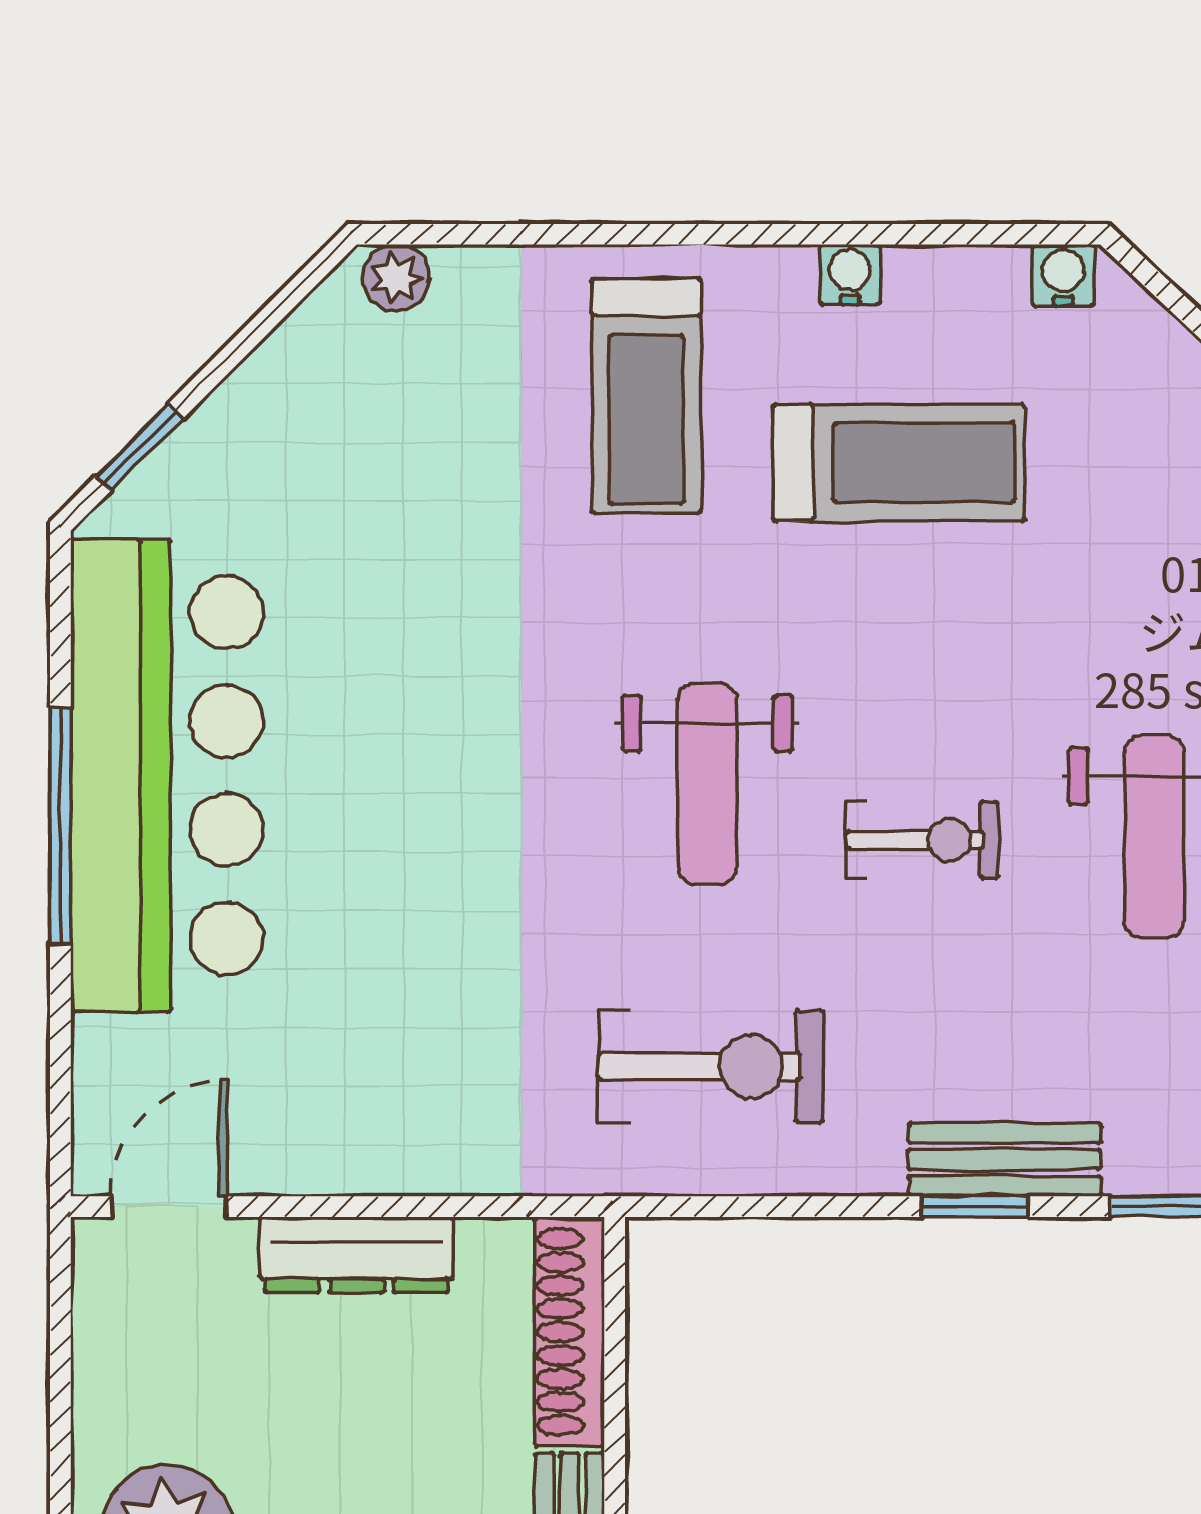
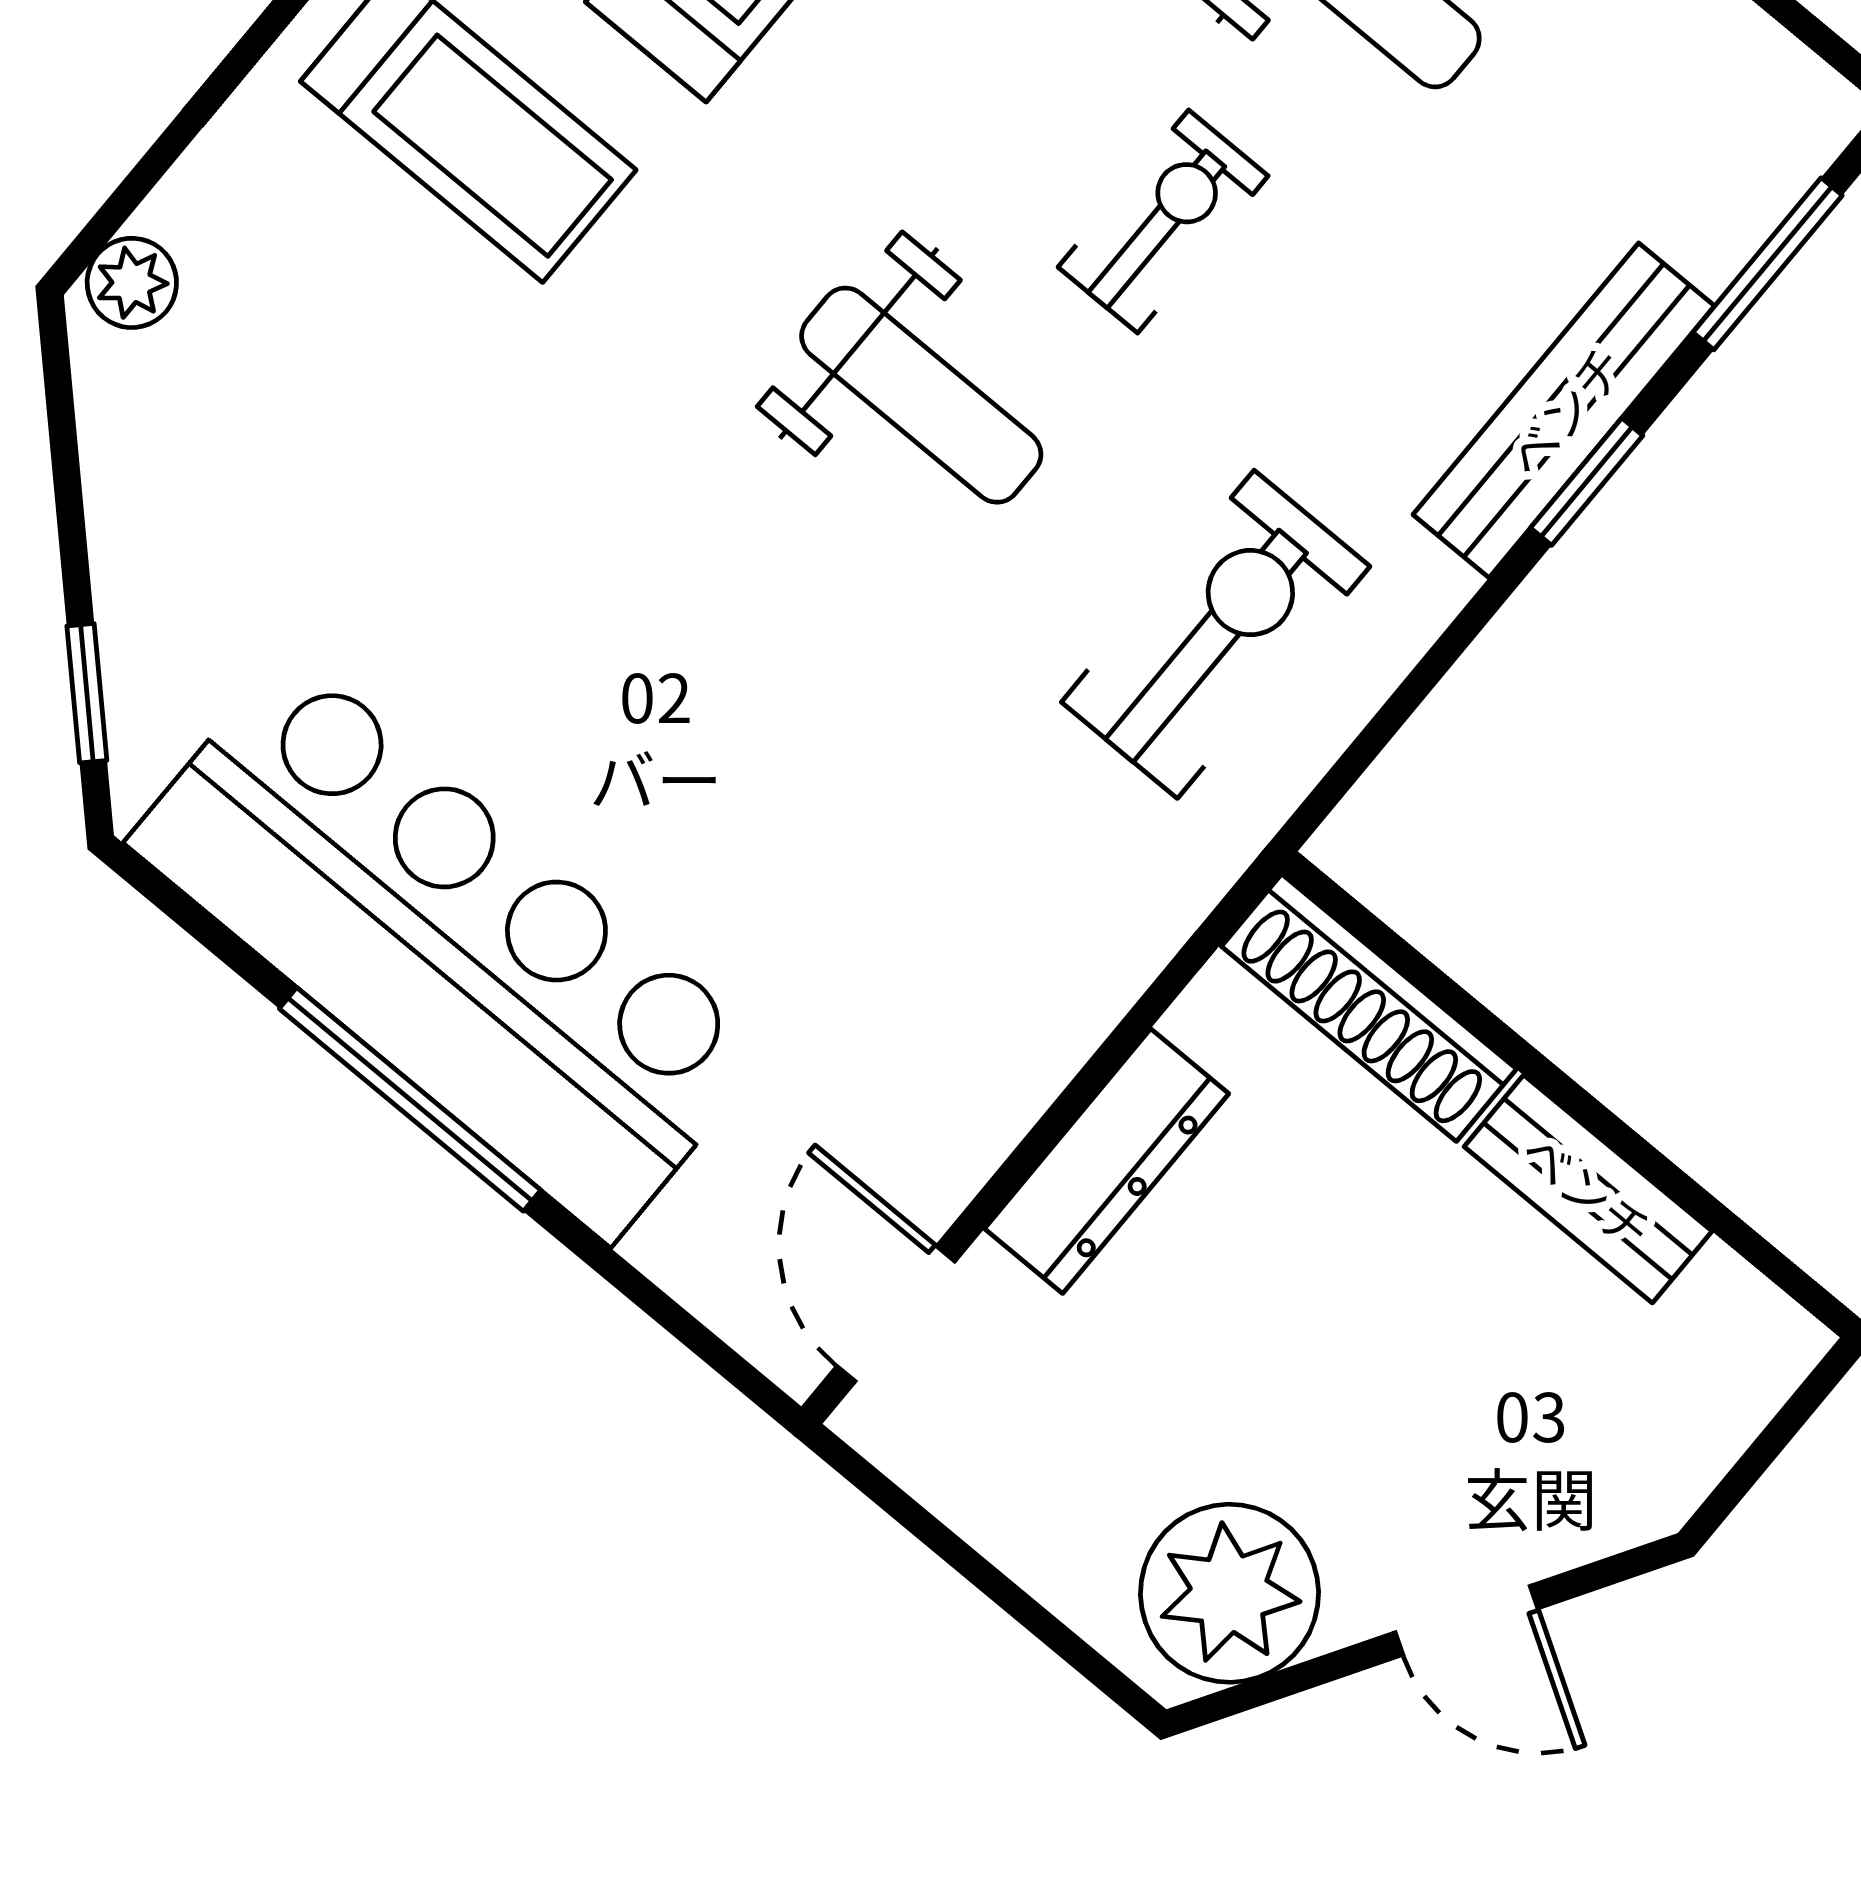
bench: (1005, 1159) -> (1564, 410), width x1.36

